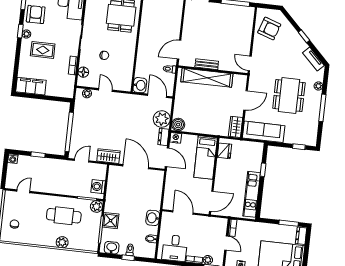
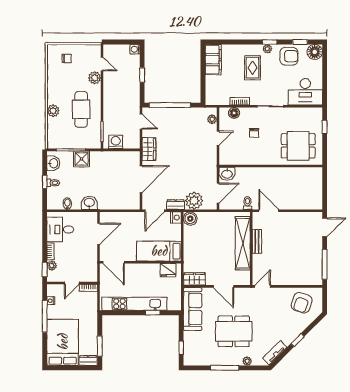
kitchen unit: (252, 194) -> (134, 304), width x1.36
plant: (96, 207) -> (95, 78), moved

